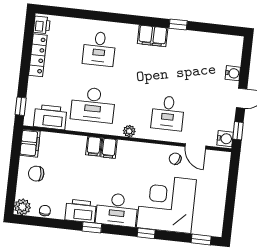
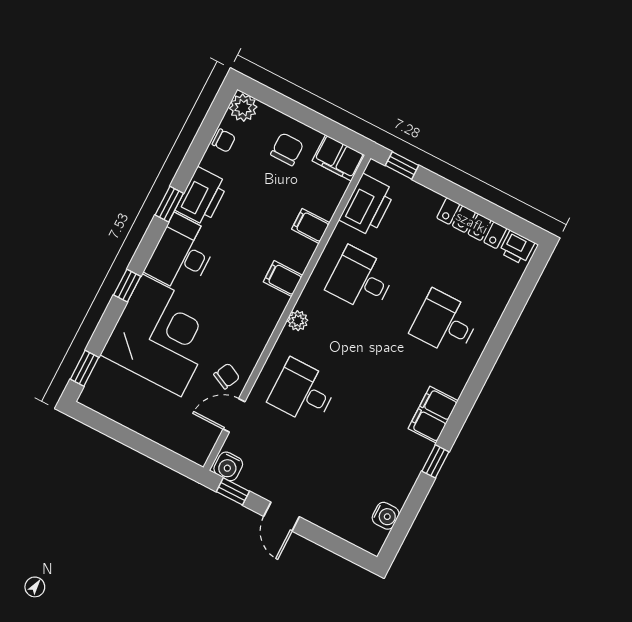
water cooler: (233, 73) -> (386, 516), moved, turned -90
desk: (93, 105) -> (361, 280), width x0.73
filing cabinet: (94, 146) -> (311, 226), moved

